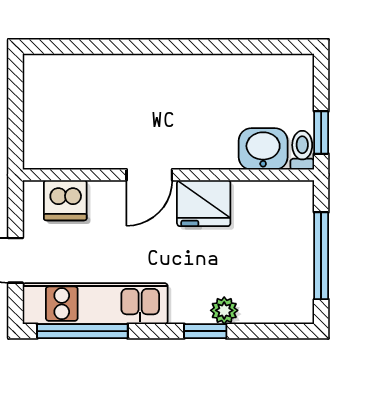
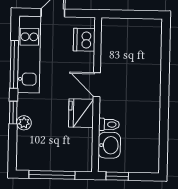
toilet: (302, 150) -> (109, 124), moved
window: (82, 331) -> (14, 64), moved

